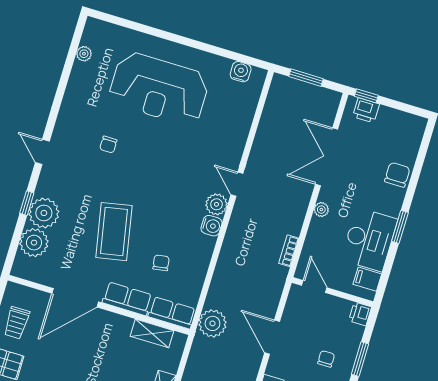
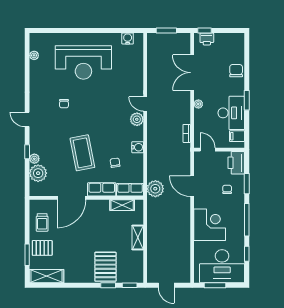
plant: (44, 213) -> (34, 159), width x0.53, depth x0.53
water cooler: (211, 226) -> (138, 147), moved
printer: (360, 314) -> (236, 163), width x1.87, depth x1.48

